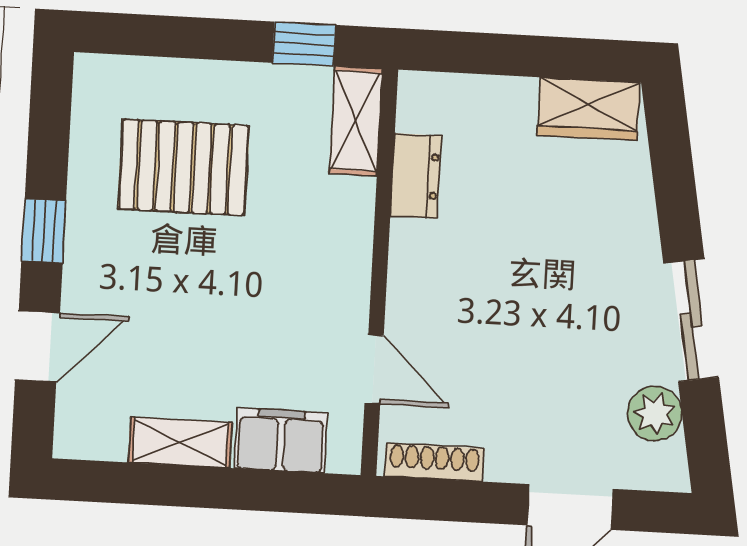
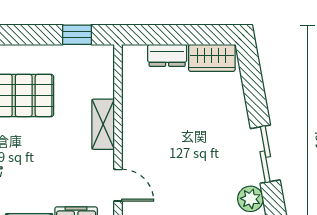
shelving: (356, 121) -> (103, 124), moved
dresser: (416, 176) -> (167, 55), moved, turned 90

